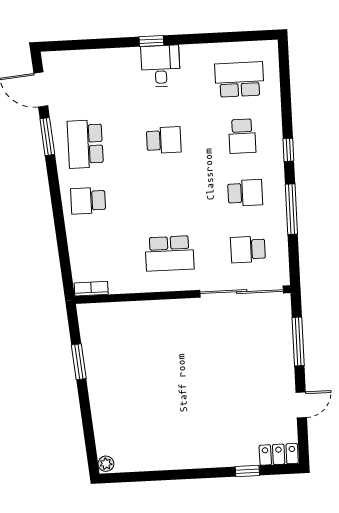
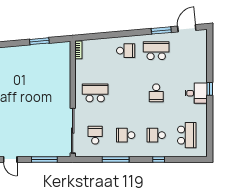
window: (288, 150) -> (159, 160), moved
school desk: (245, 193) -> (126, 135), turned 90
school desk: (88, 201) -> (126, 51), turned 90
school desk: (170, 253) -> (95, 93), turned 90

